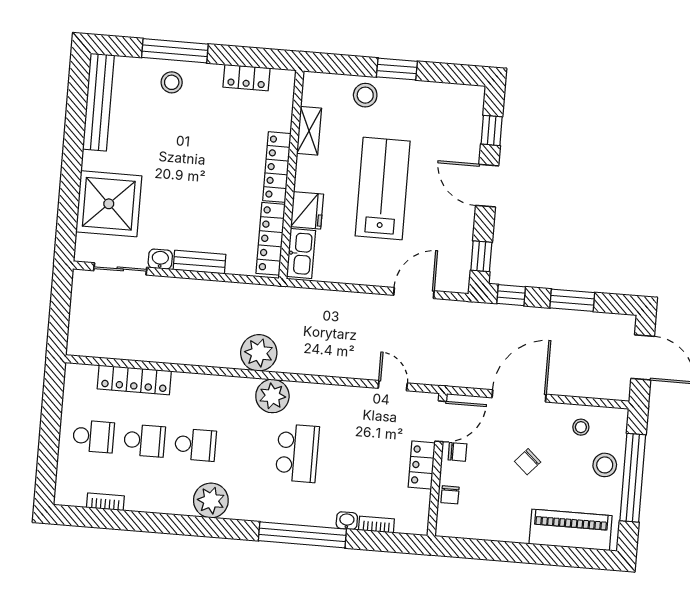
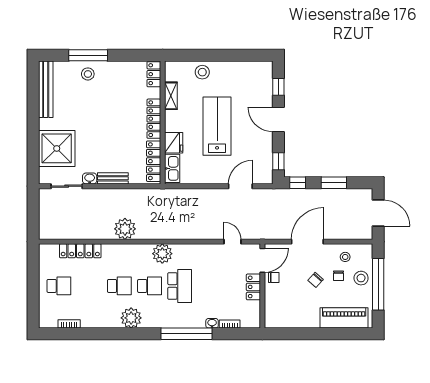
window: (397, 69) -> (220, 55), removed
locker: (247, 78) -> (154, 74), moved, turned 90
plant: (259, 353) -> (125, 229), moved
school desk: (144, 441) -> (149, 286), moved
chair: (450, 495) -> (338, 276), moved

